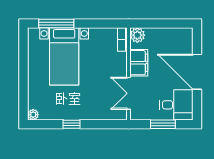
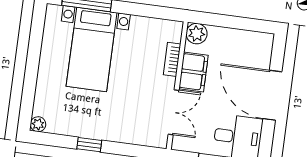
bookcase: (122, 40) -> (172, 59), moved
double door: (128, 93) -> (174, 112), swing flipped

